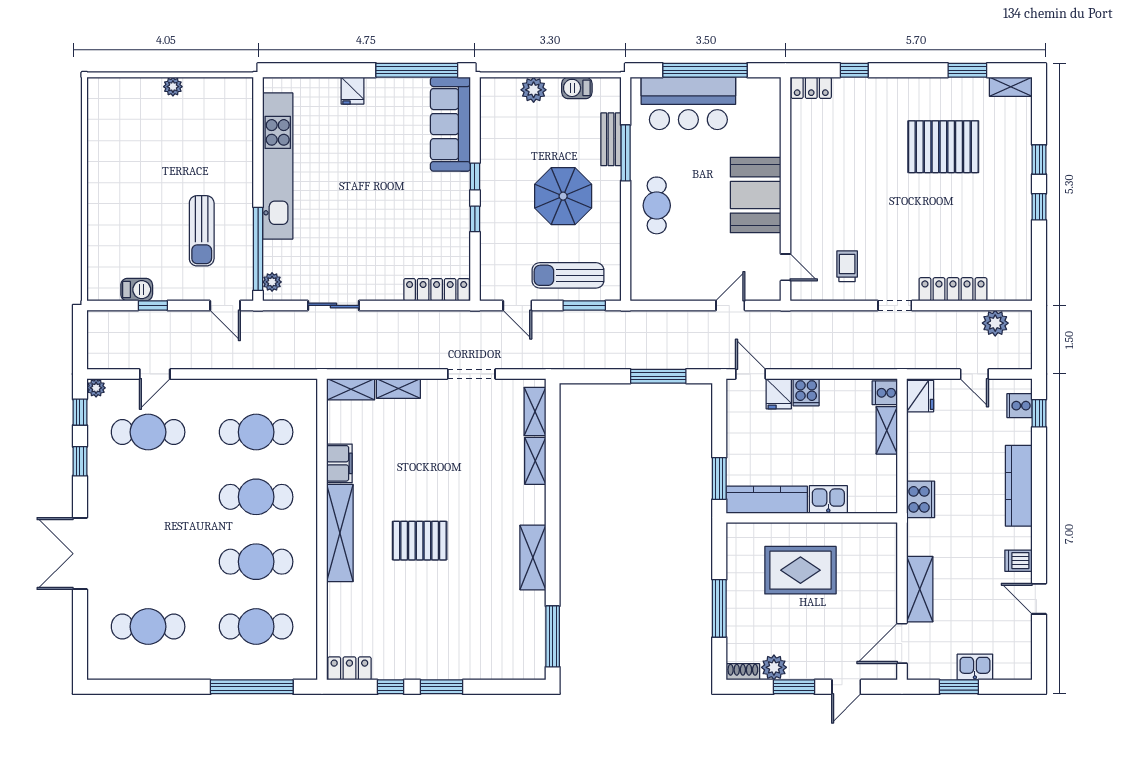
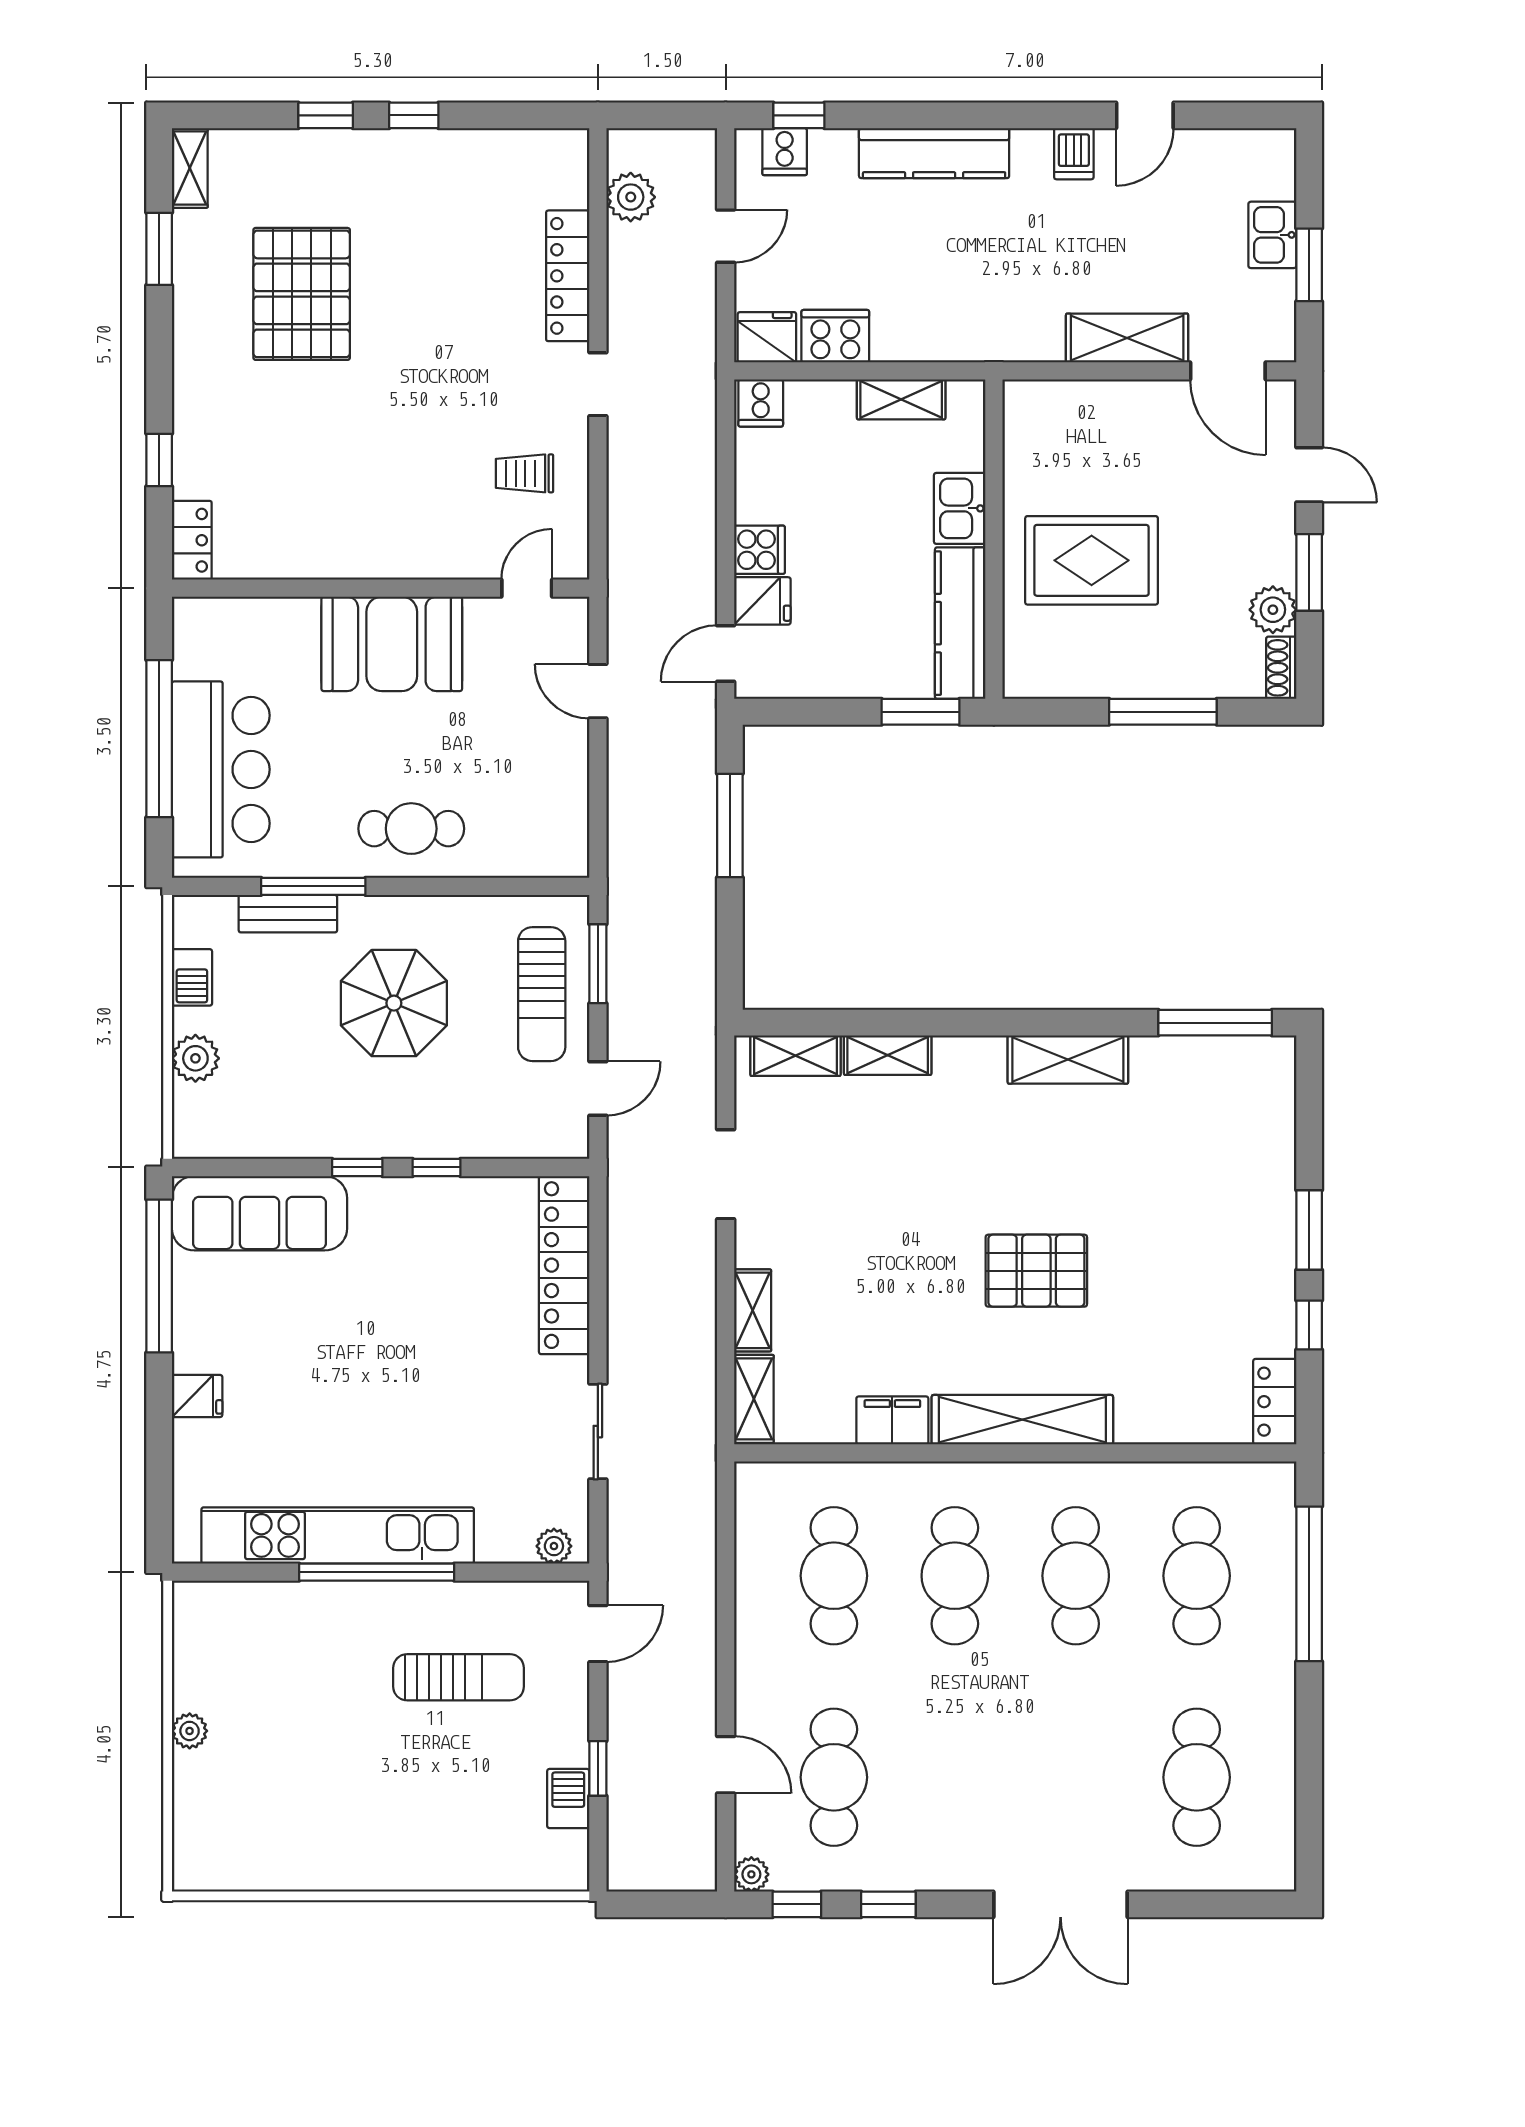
window: (258, 249) -> (377, 1572), moved
locker: (437, 290) -> (564, 1265), width x1.41, depth x1.21
shelving: (887, 430) -> (901, 399), moved
cooker: (921, 499) -> (835, 336), moved
pallet: (420, 541) -> (1036, 1271), turned 90
rug: (800, 570) -> (1092, 560), turned 90

